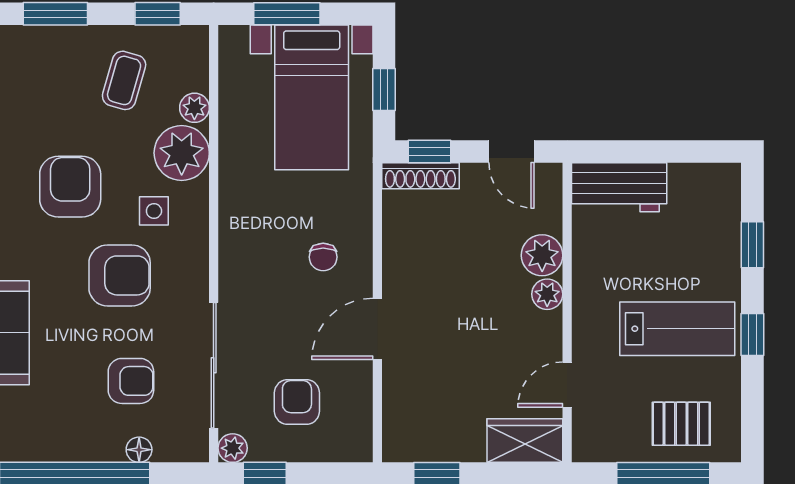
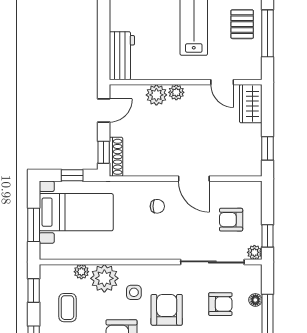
coffee table: (124, 80) -> (67, 308), turned 74
armchair: (131, 381) -> (220, 304), turned 90

